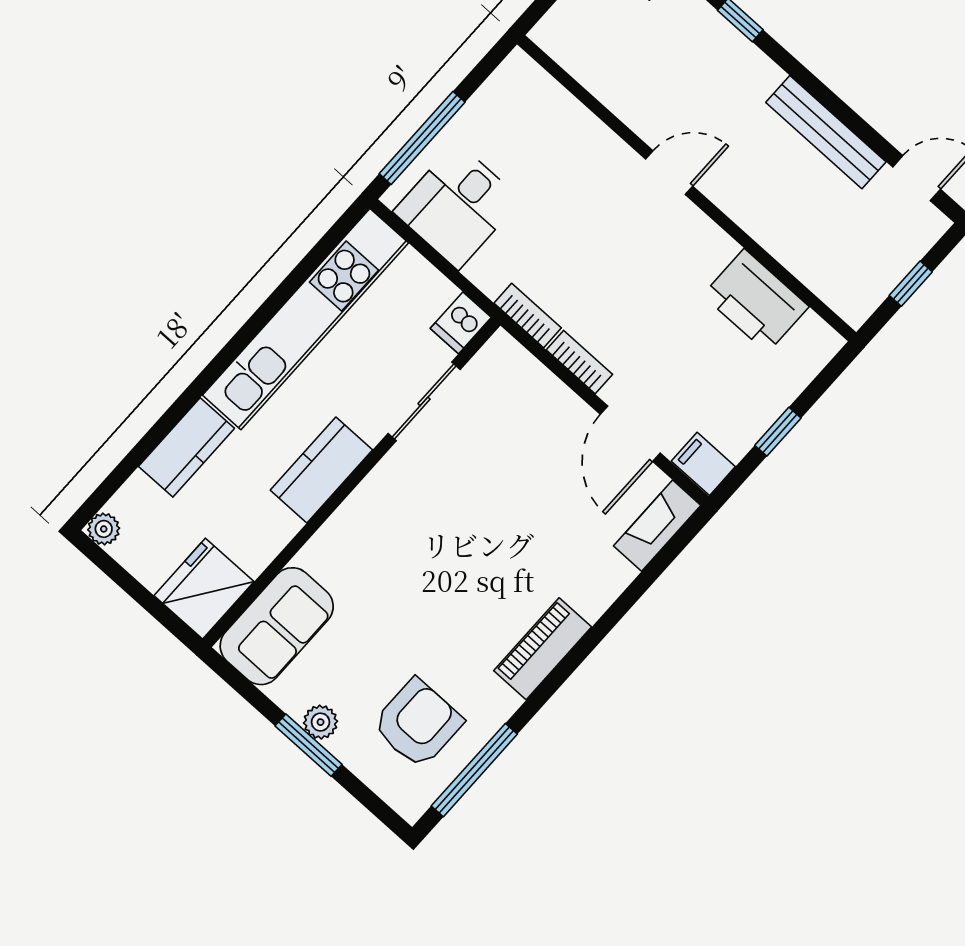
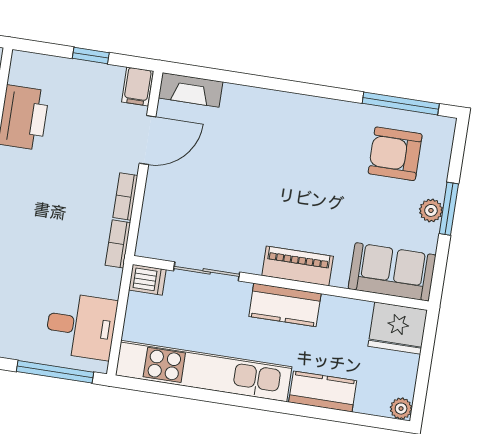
piano: (543, 649) -> (298, 266), moved, turned 180

